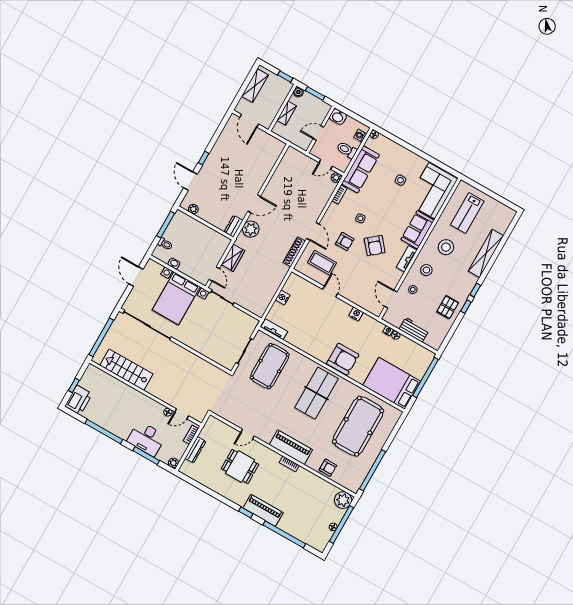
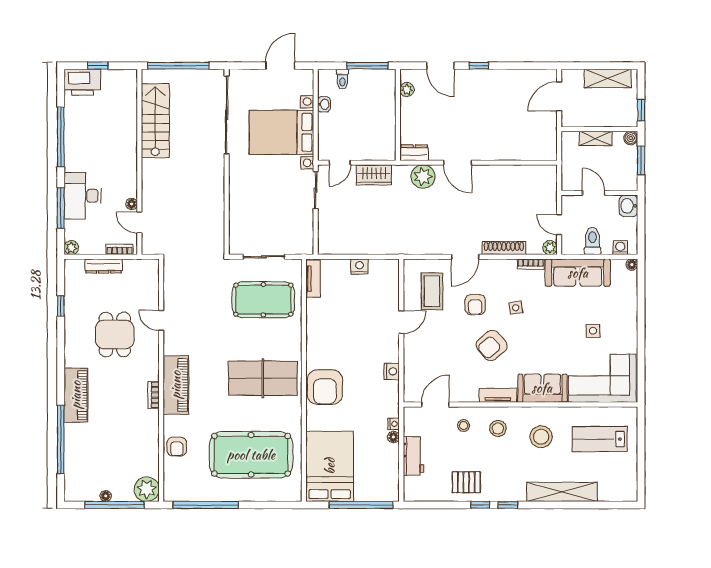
door: (190, 181) -> (440, 66), swing flipped
shoe rack: (294, 252) -> (504, 248), moved
window: (246, 512) -> (61, 306), moved

